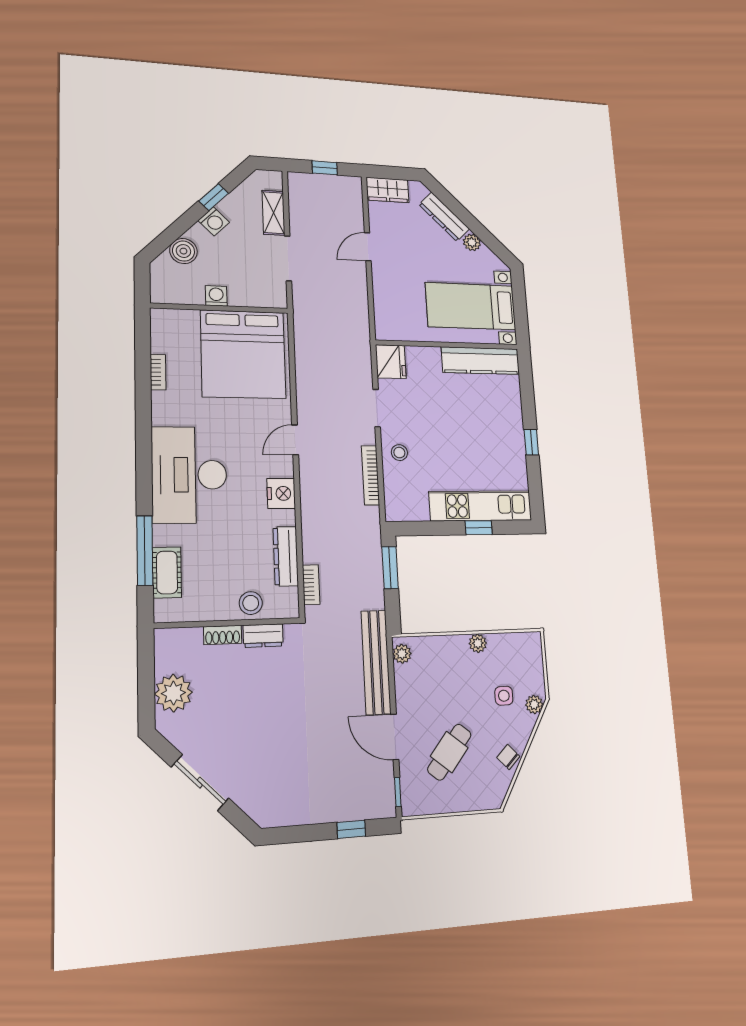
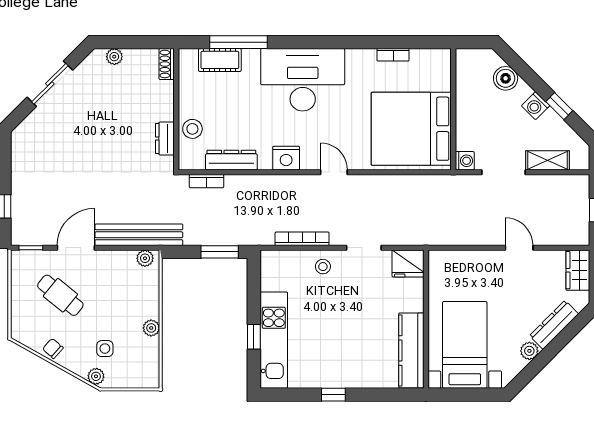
washing machine: (216, 296) -> (465, 161), moved
shoe rack: (223, 635) -> (167, 64), moved
plant: (173, 693) -> (114, 57), width x0.53, depth x0.53
chair: (508, 757) -> (53, 348), turned -95

